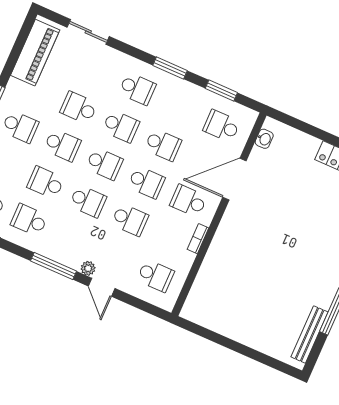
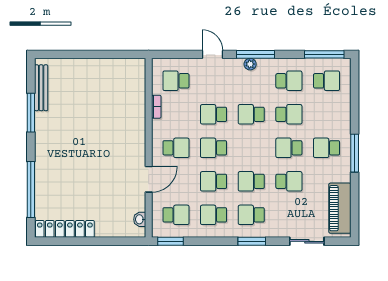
window: (170, 68) -> (252, 241), moved
window: (221, 91) -> (170, 241), moved
school desk: (104, 164) -> (214, 215), moved
door: (234, 179) -> (149, 179), width x0.73
bookcase: (198, 239) -> (156, 107), moved
plant: (88, 268) -> (250, 64), moved

